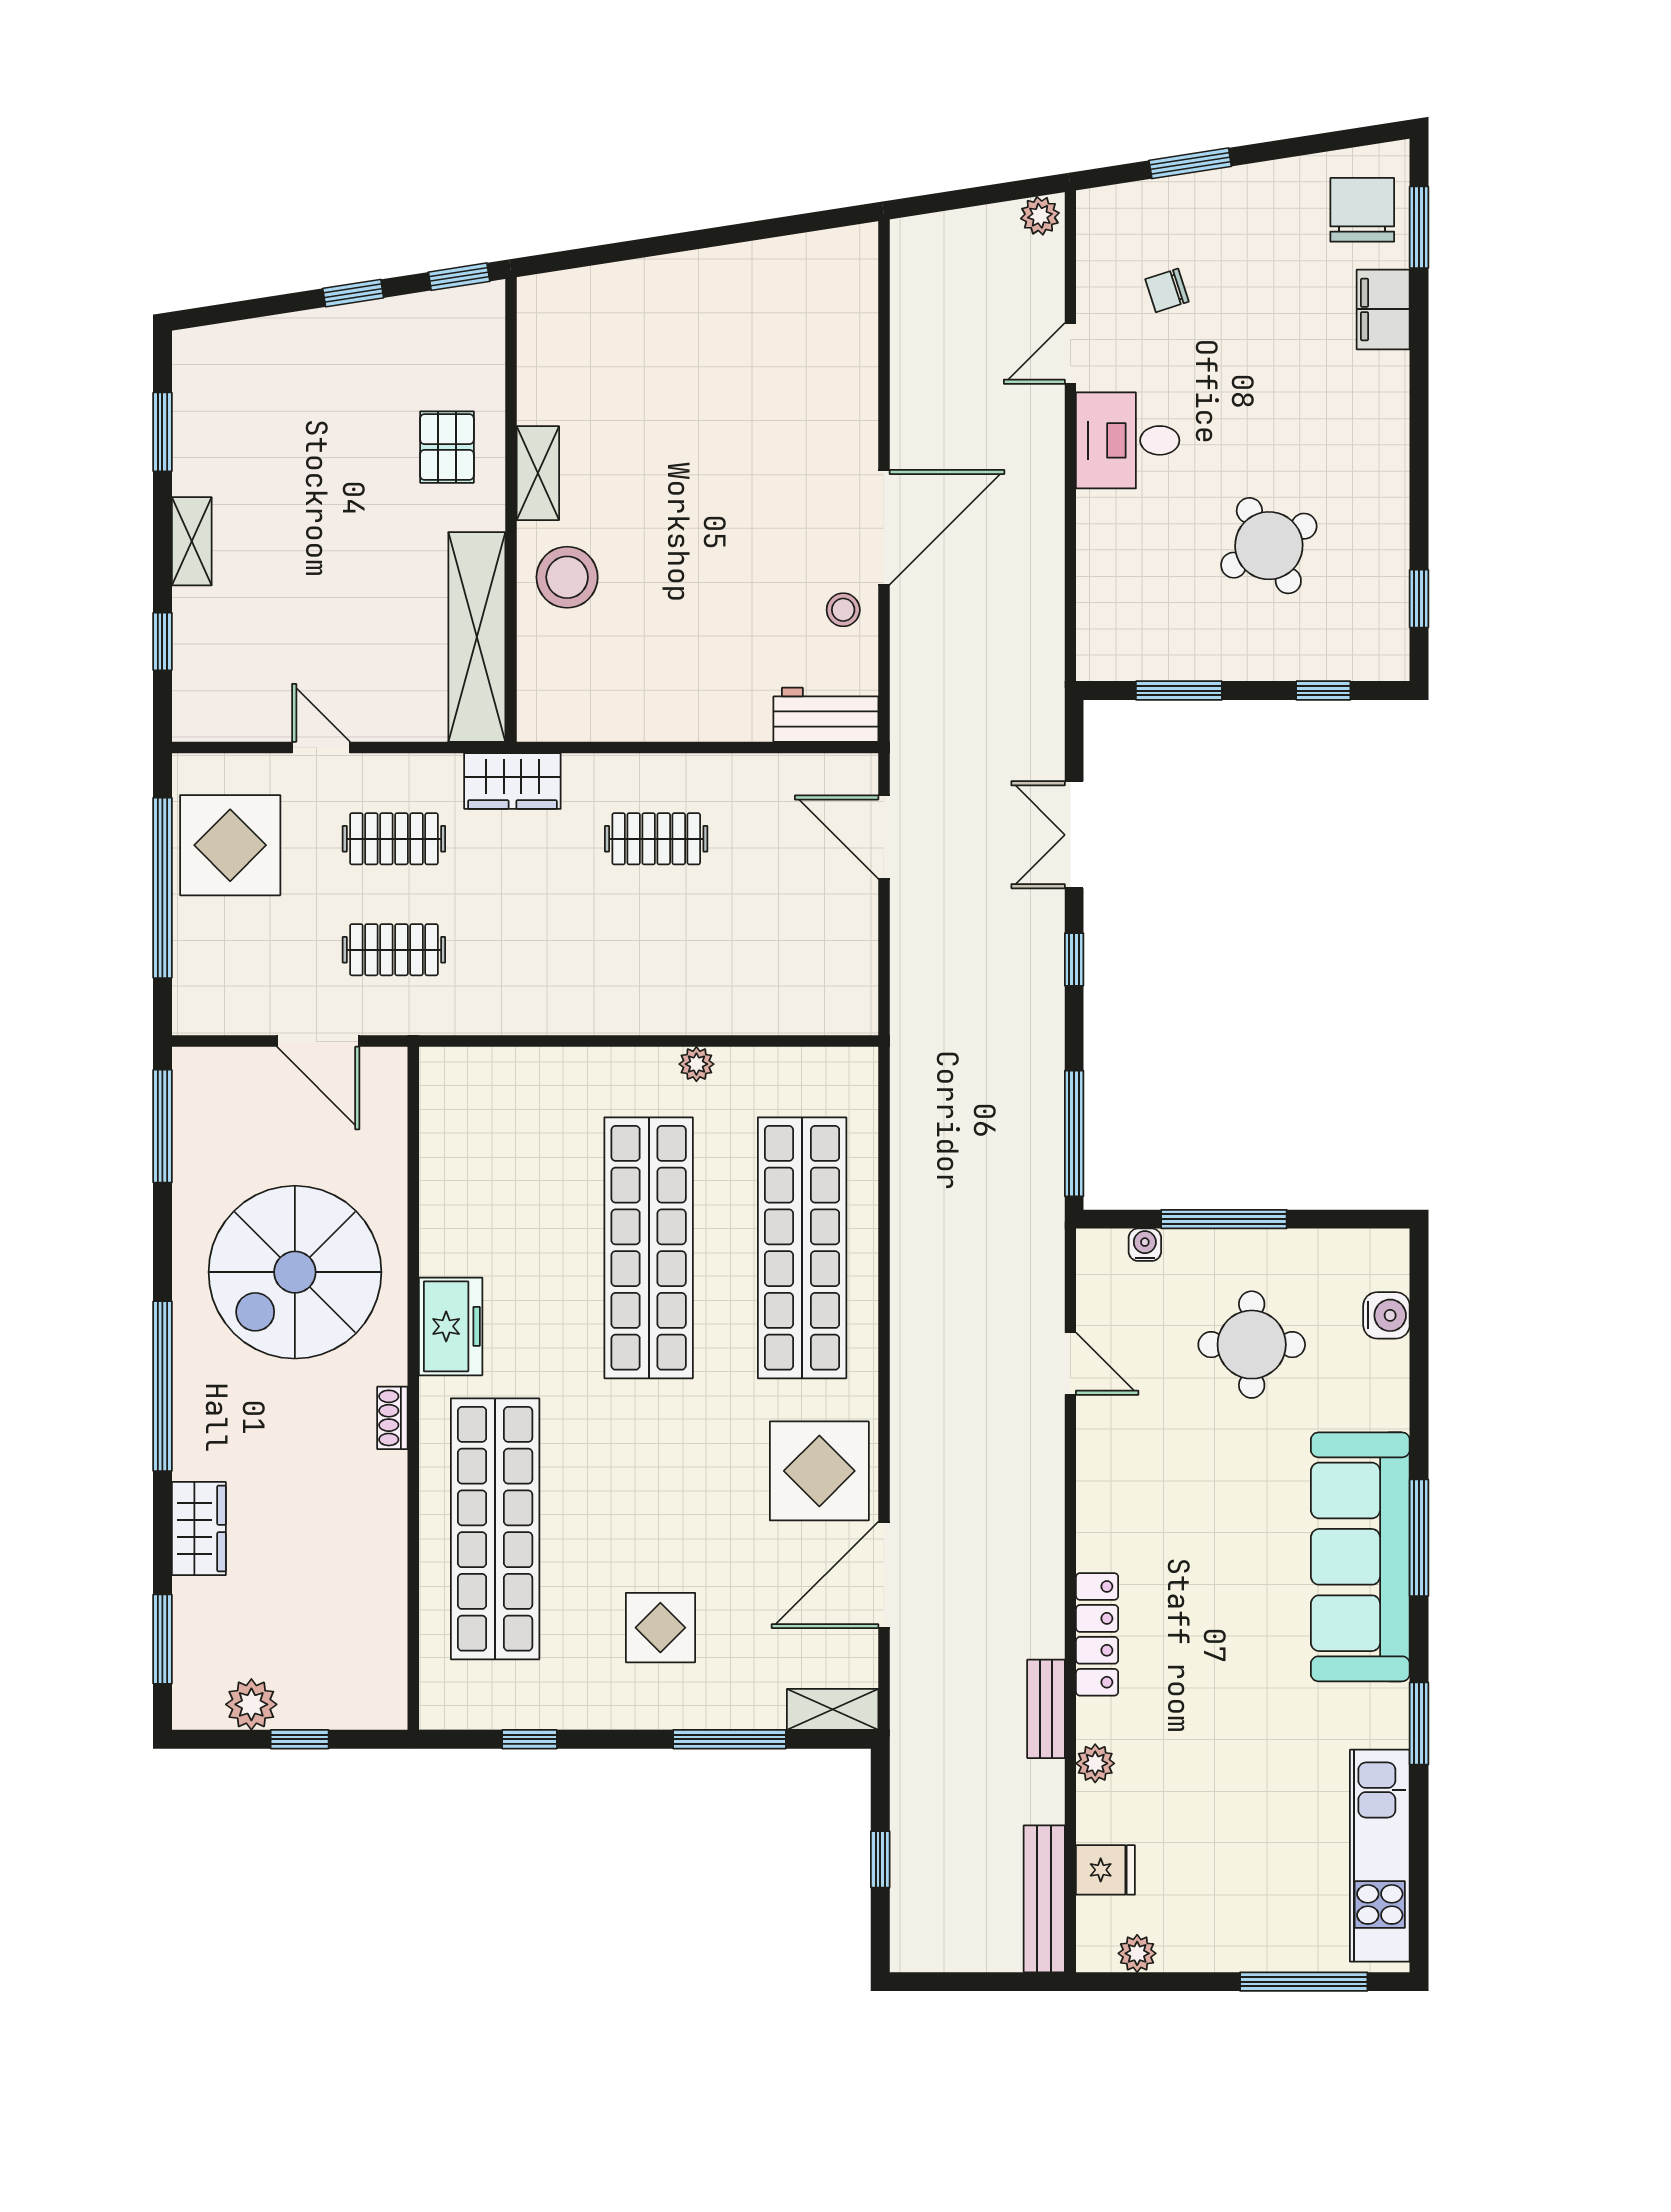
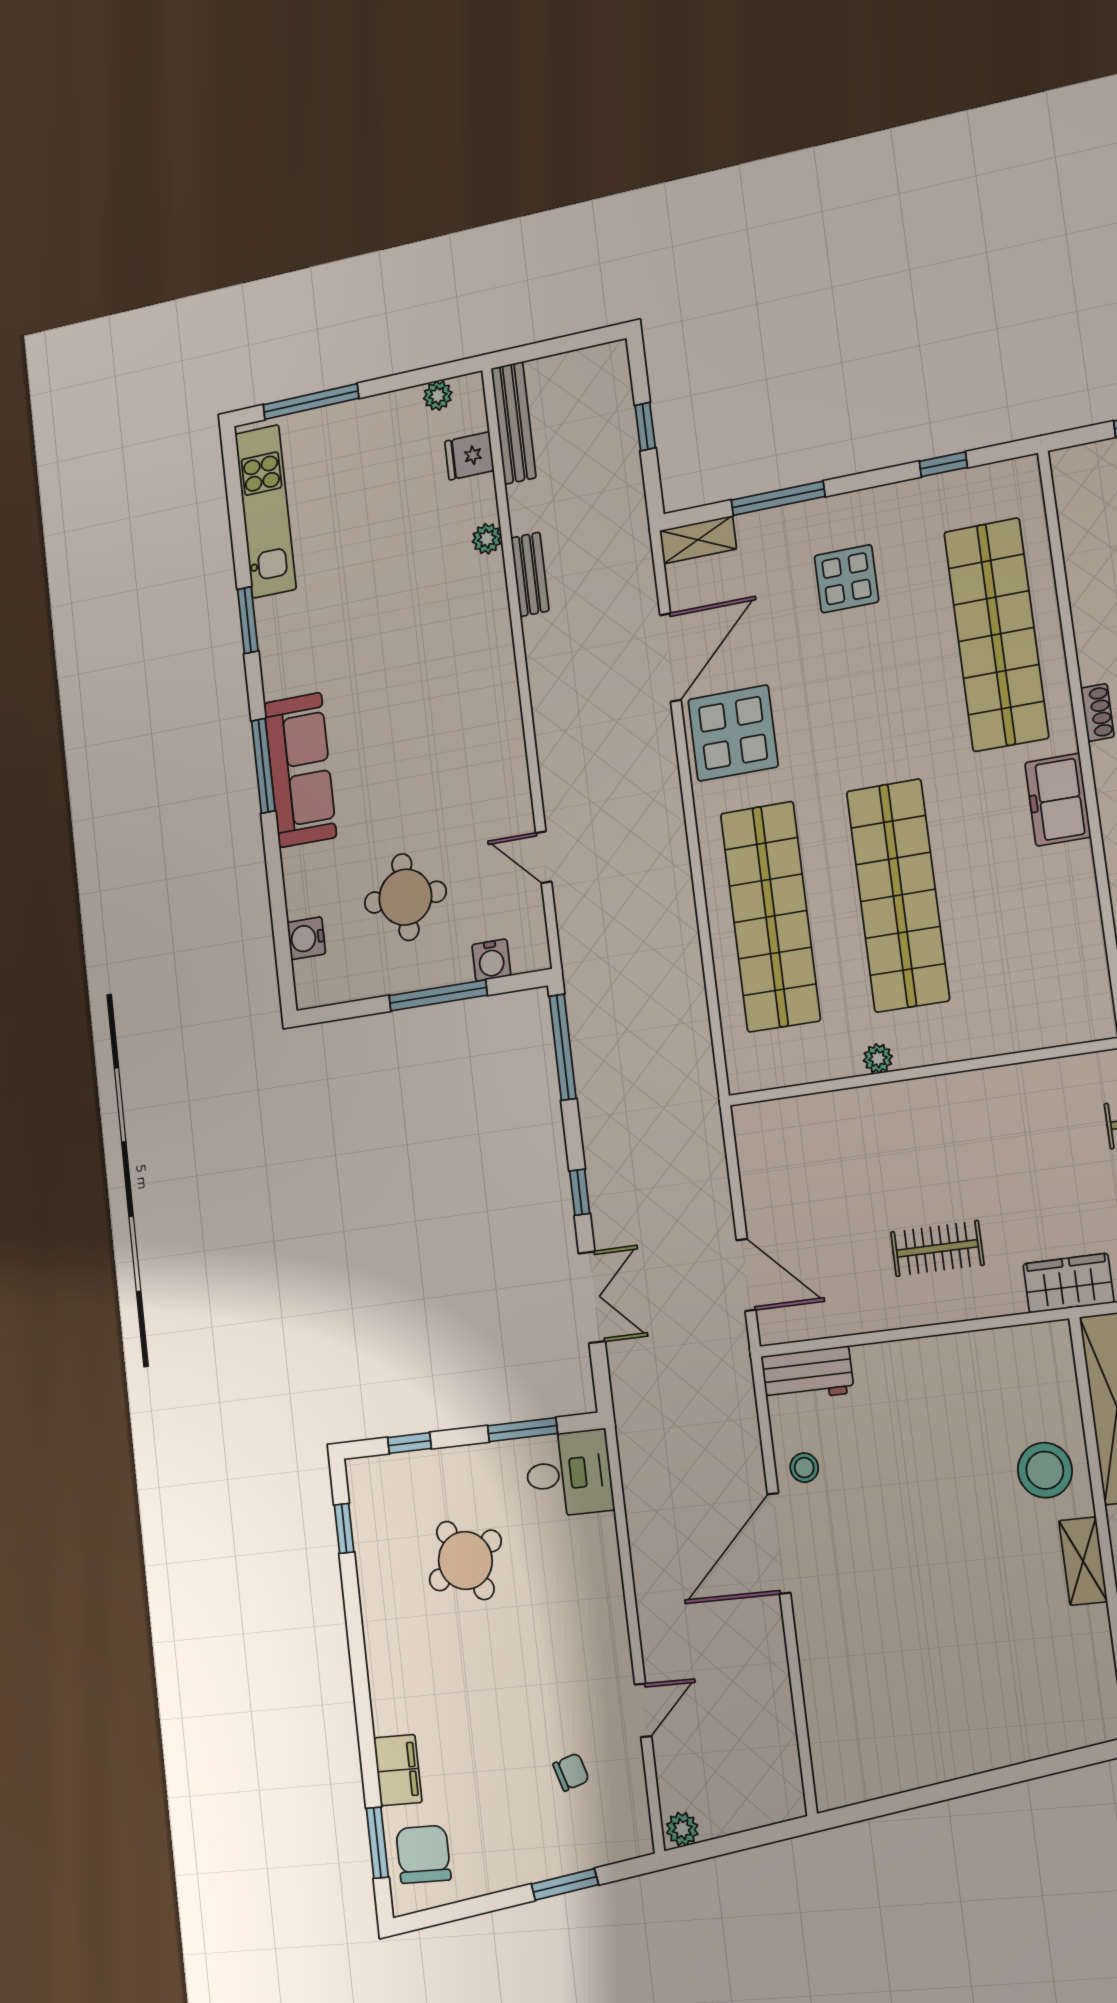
chair: (1362, 210) -> (423, 1854), turned 180
desk: (1128, 440) -> (569, 1474), moved
water cooler: (1145, 1245) -> (491, 960), width x1.38, depth x1.38
sofa: (1360, 1557) -> (300, 770), width x0.74, depth x0.79
locker: (1097, 1634) -> (497, 642), removed

